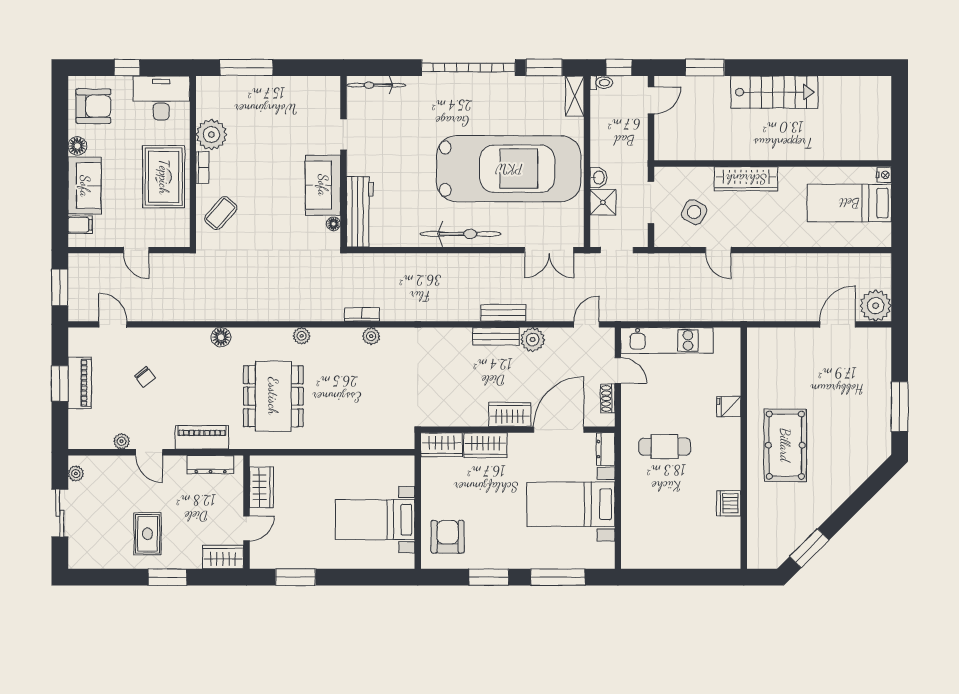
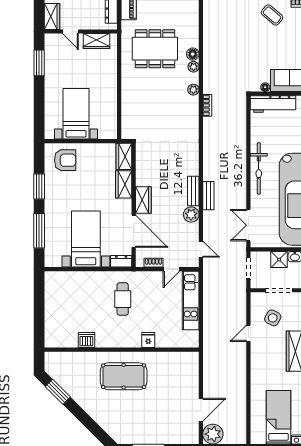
door: (838, 324) -> (201, 410), hinge flipped
plant: (371, 336) -> (193, 90), moved
floor lamp: (221, 337) -> (193, 54), moved

